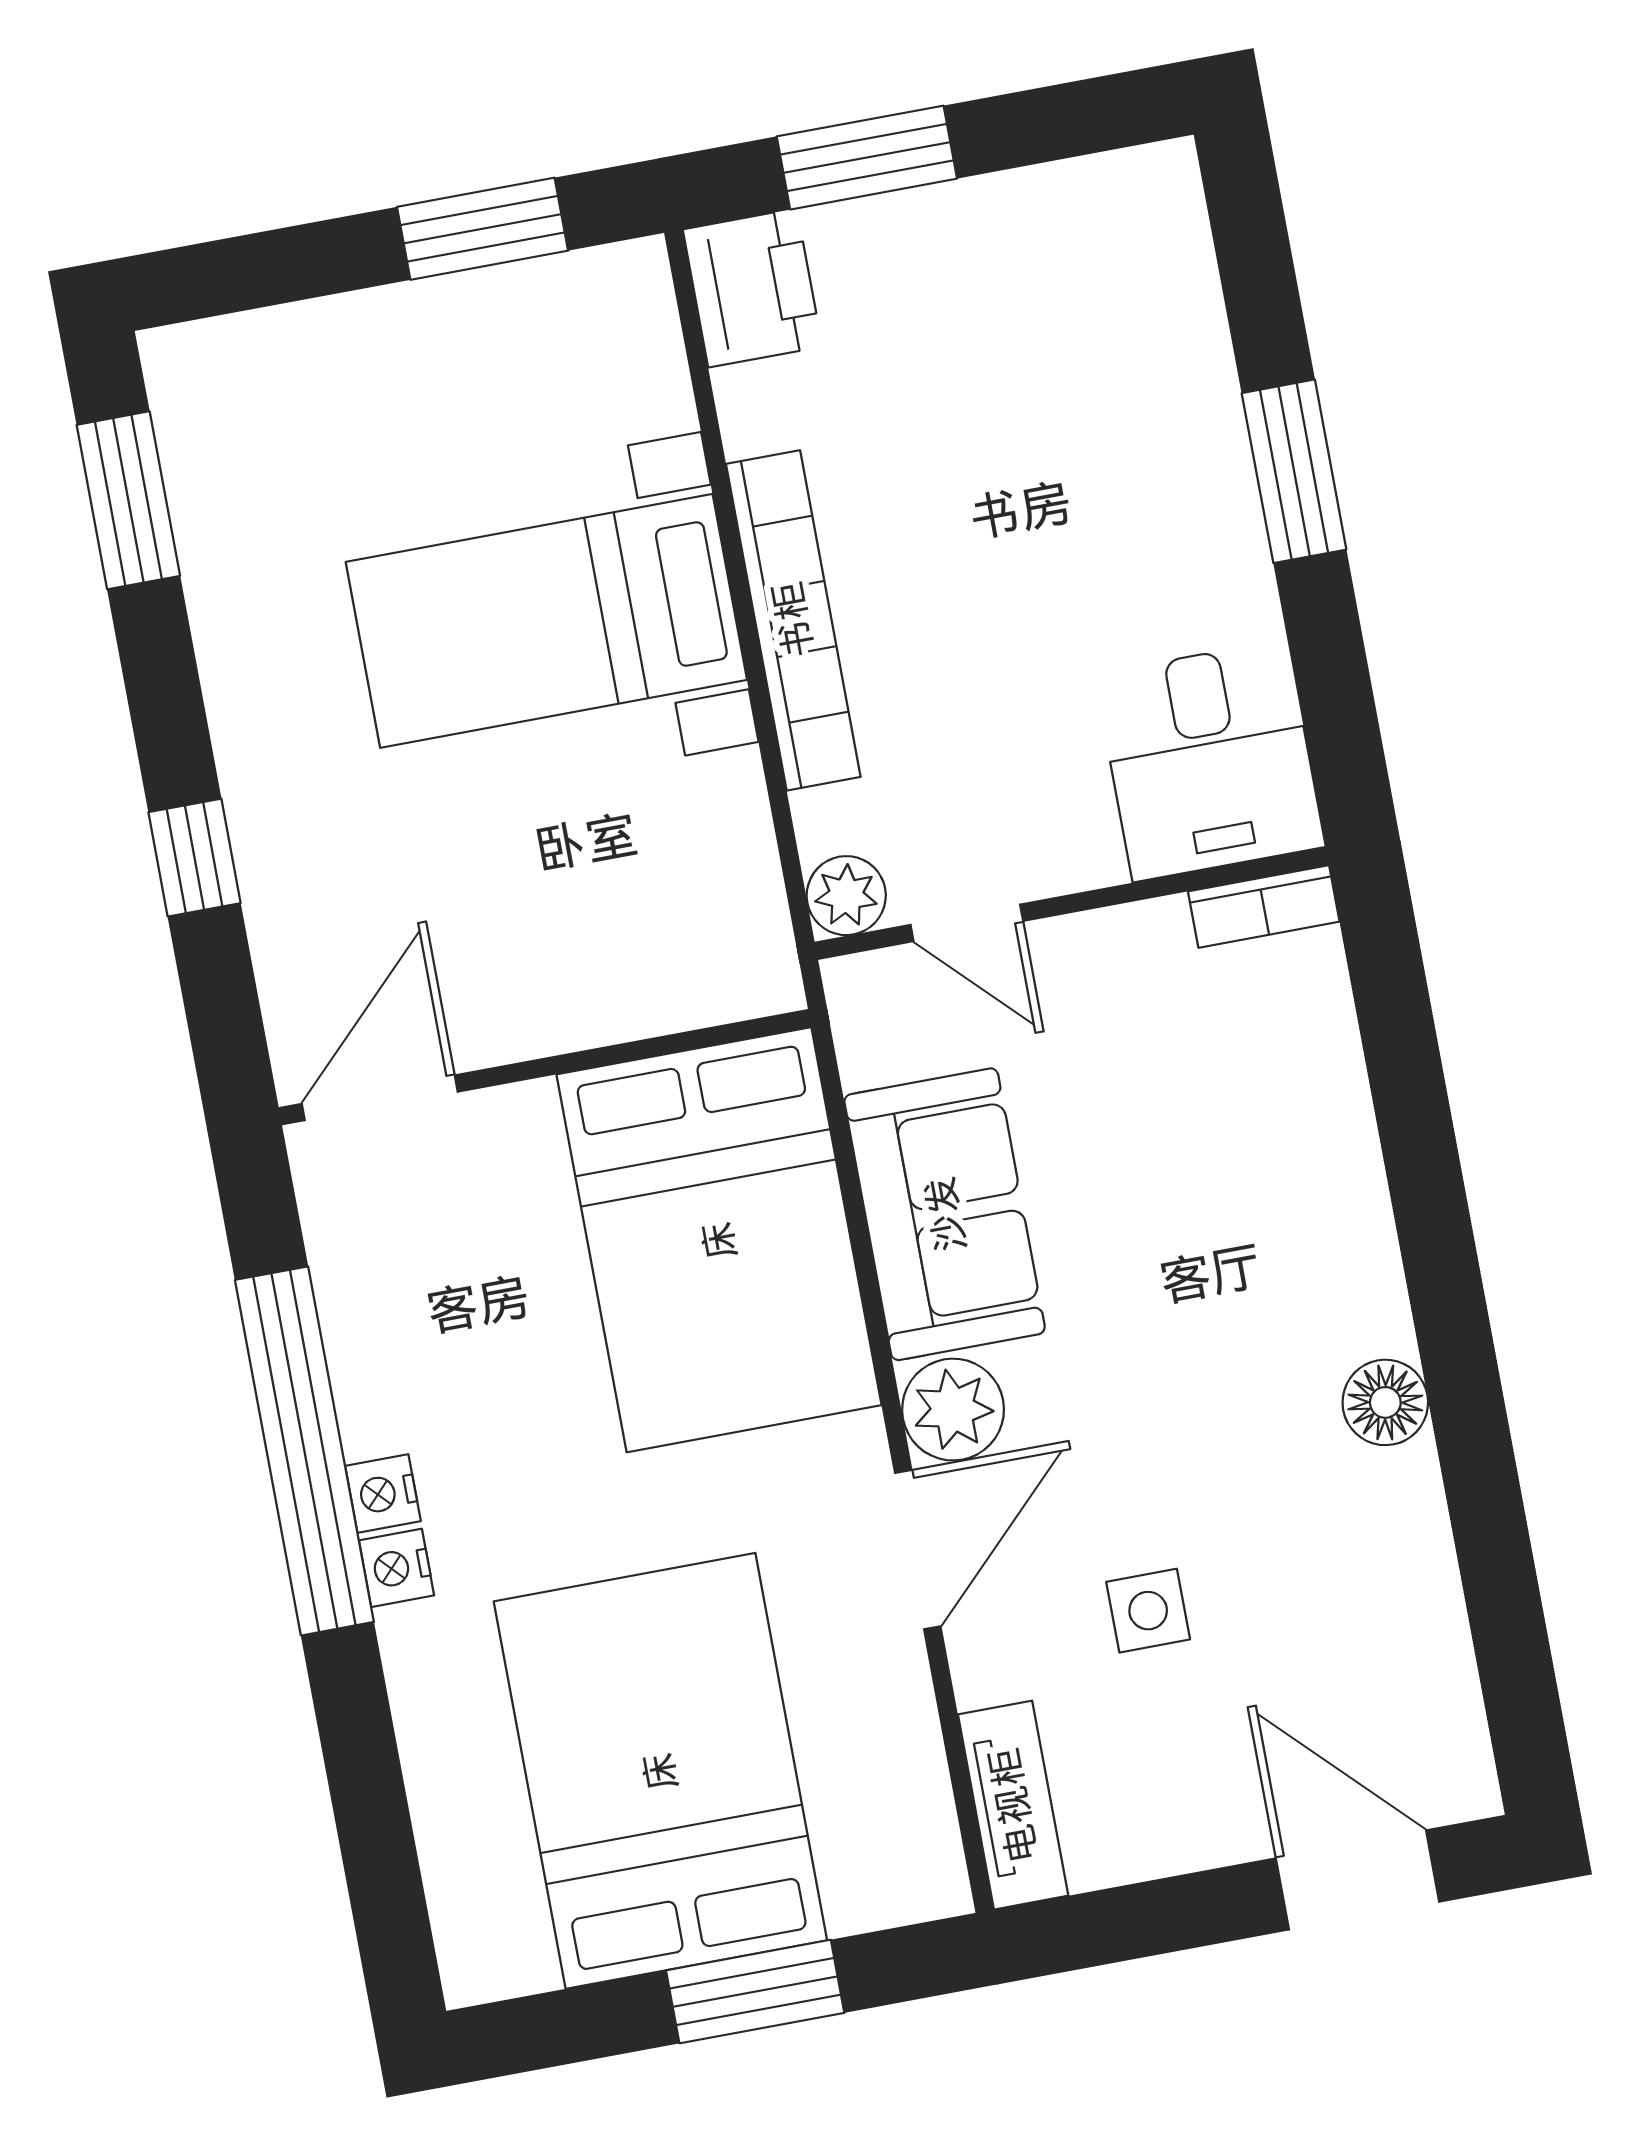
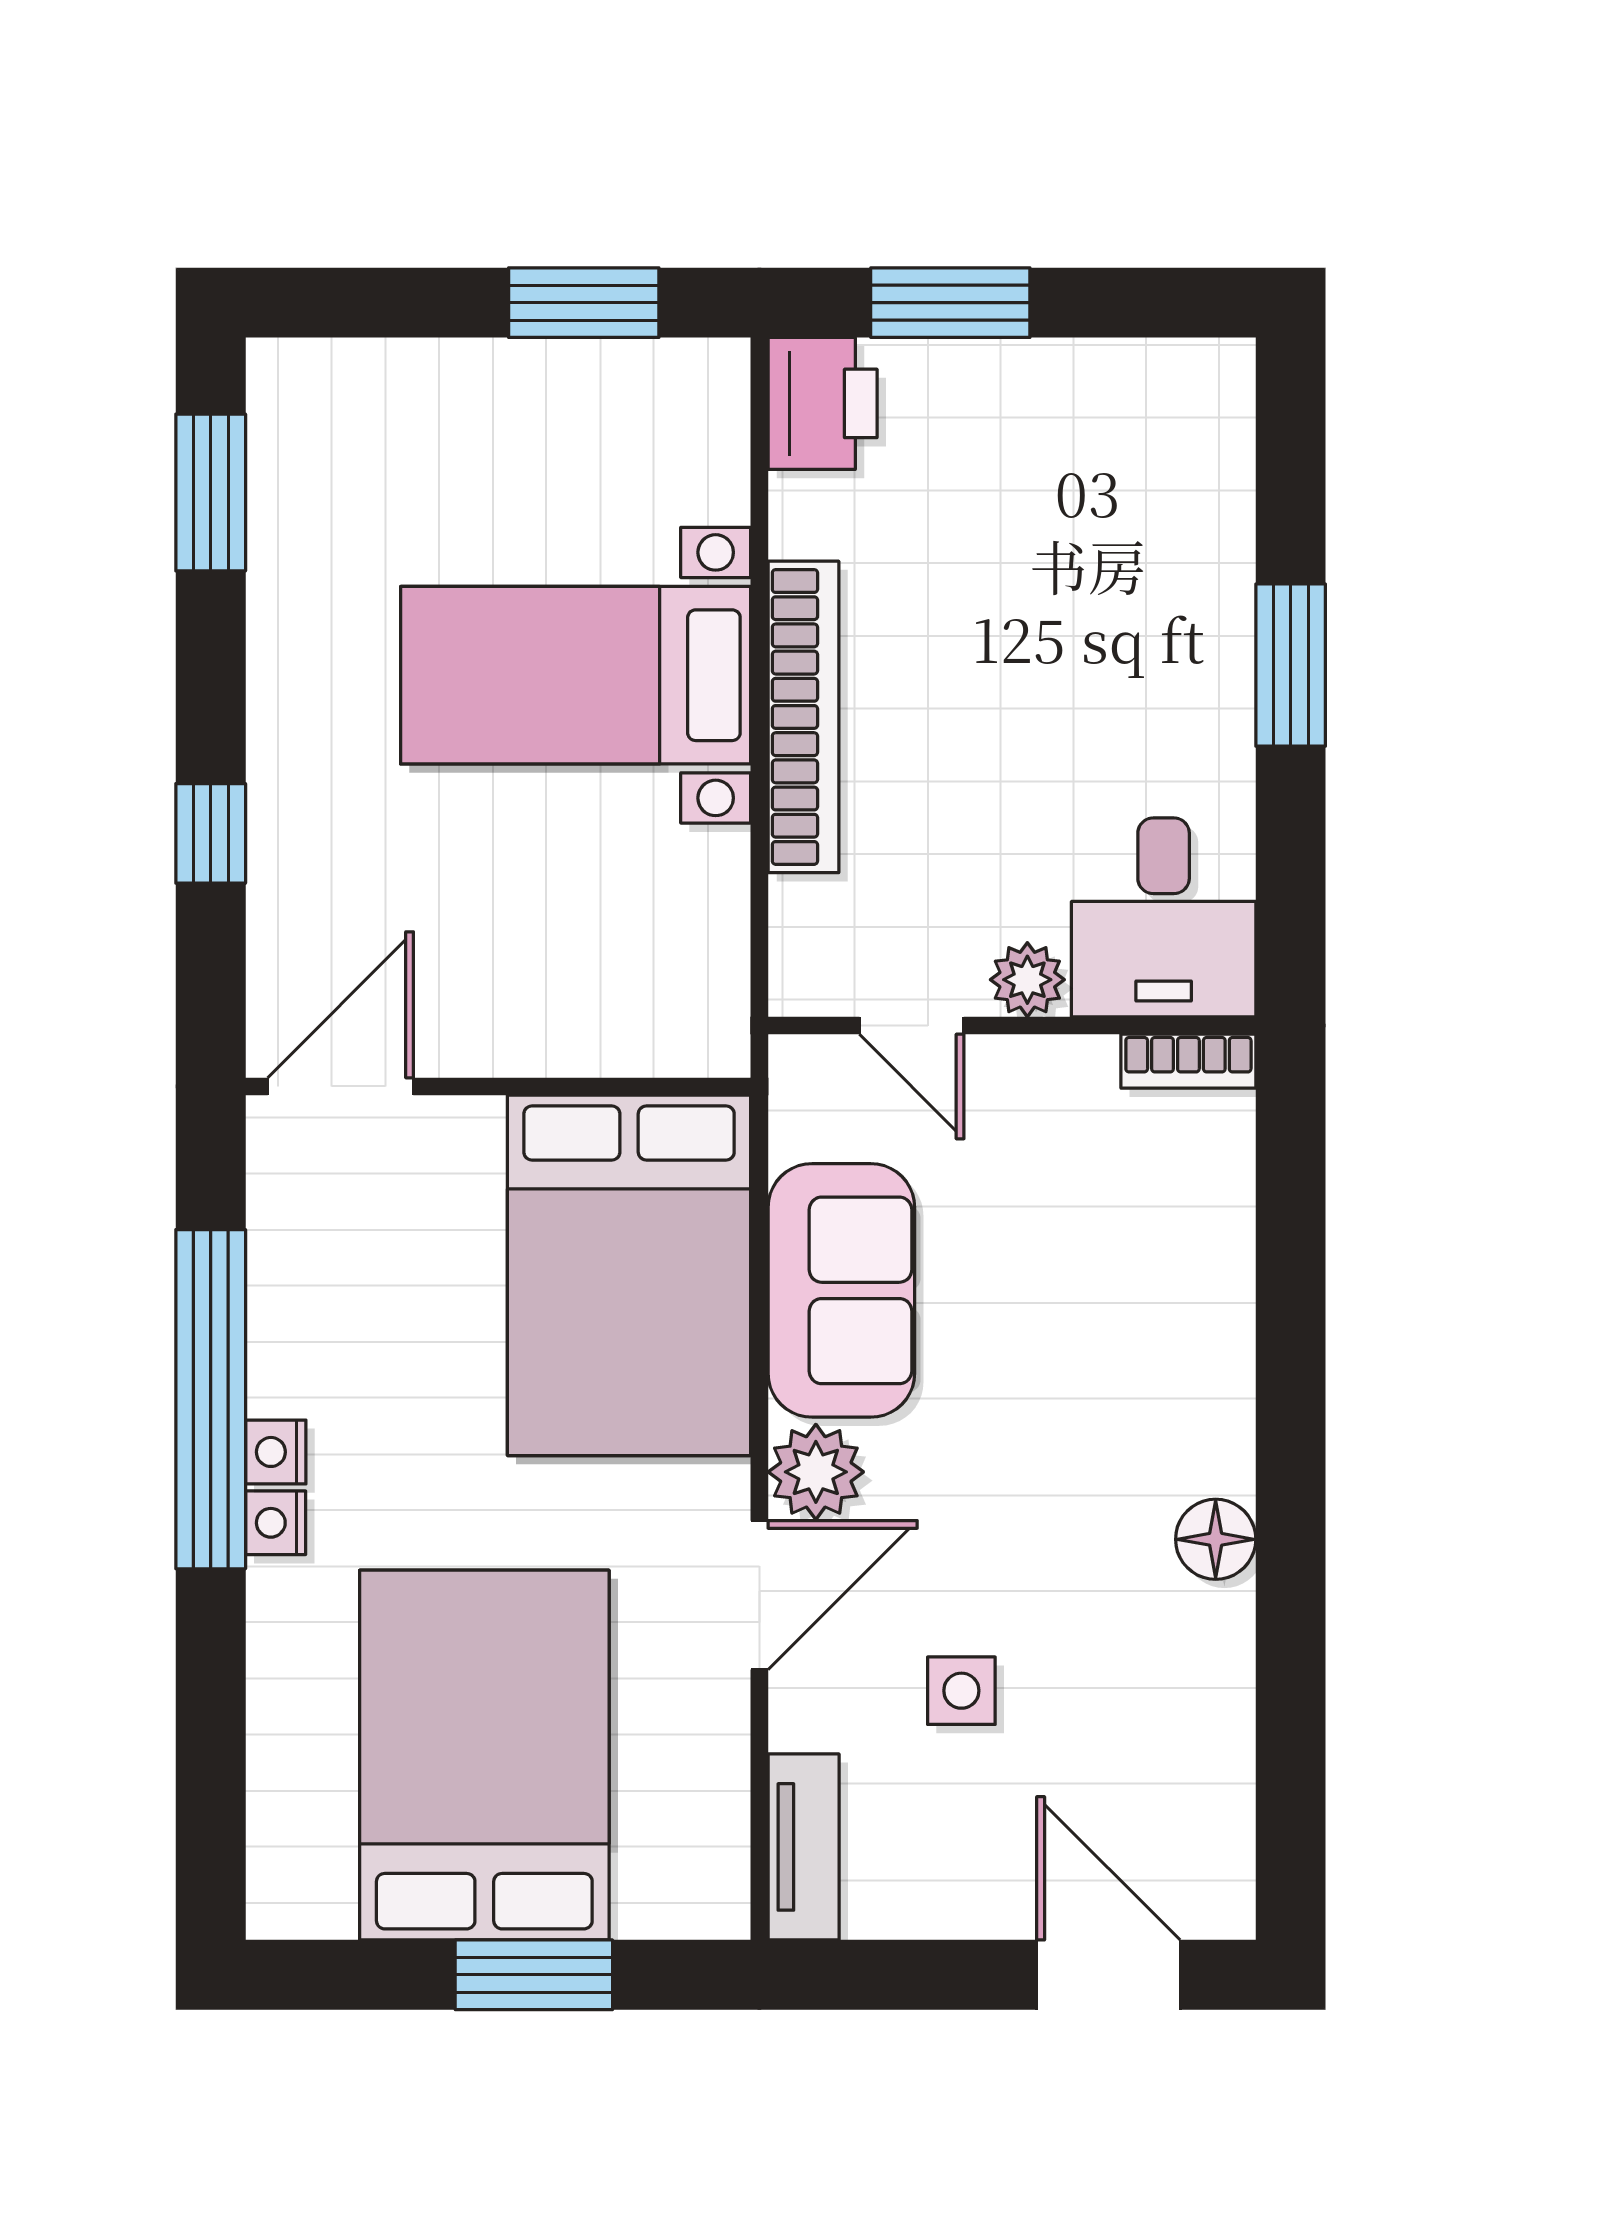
plant: (846, 896) -> (1027, 980), moved

